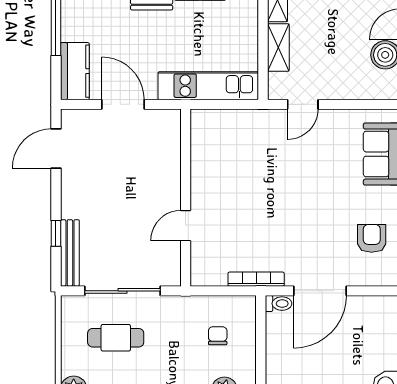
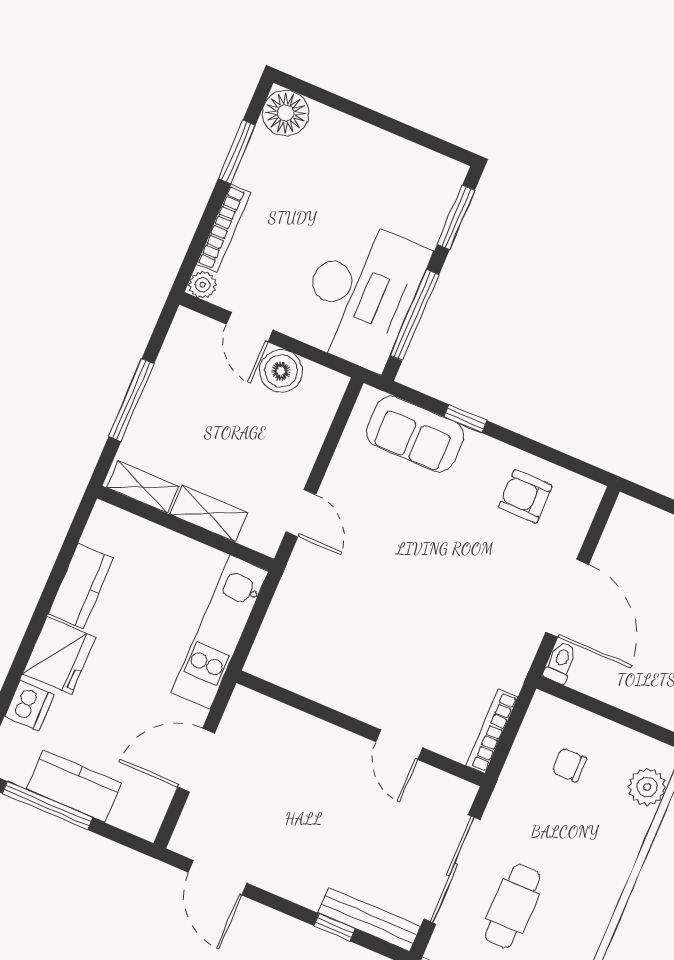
kitchen counter: (75, 71) -> (74, 786), moved
bookcase: (256, 279) -> (492, 731), moved

